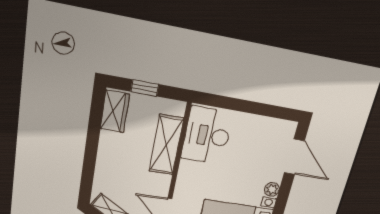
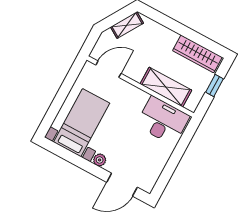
wardrobe: (115, 112) -> (197, 54), width x1.50

